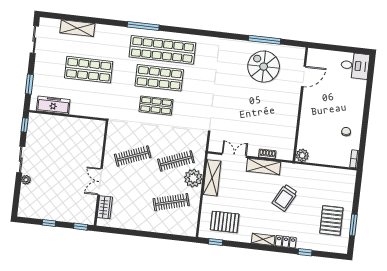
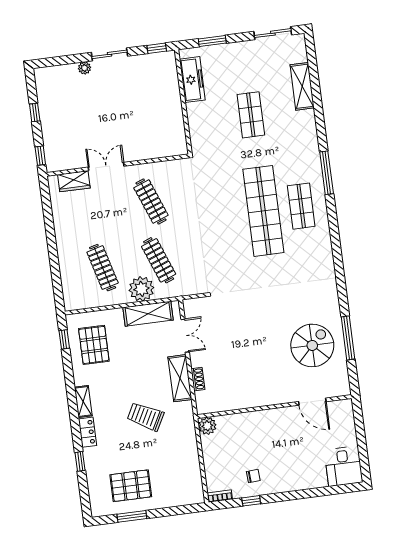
shop shelf: (162, 50) -> (301, 206), width x0.50, depth x0.74
shop shelf: (89, 70) -> (251, 115), width x0.70, depth x0.74
shop shelf: (159, 78) -> (263, 211), width x1.40
shop shelf: (156, 106) -> (225, 216), removed
window: (363, 137) -> (251, 501), added

